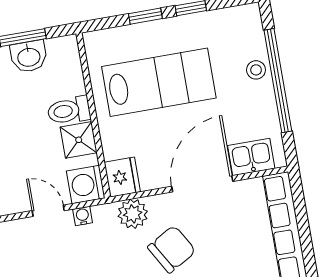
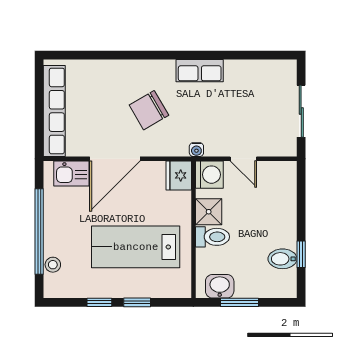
washbasin: (29, 56) -> (220, 286), moved
stool: (256, 70) -> (53, 265), moved
plant: (133, 214) -> (175, 144), removed
water cooler: (83, 216) -> (196, 150), moved

